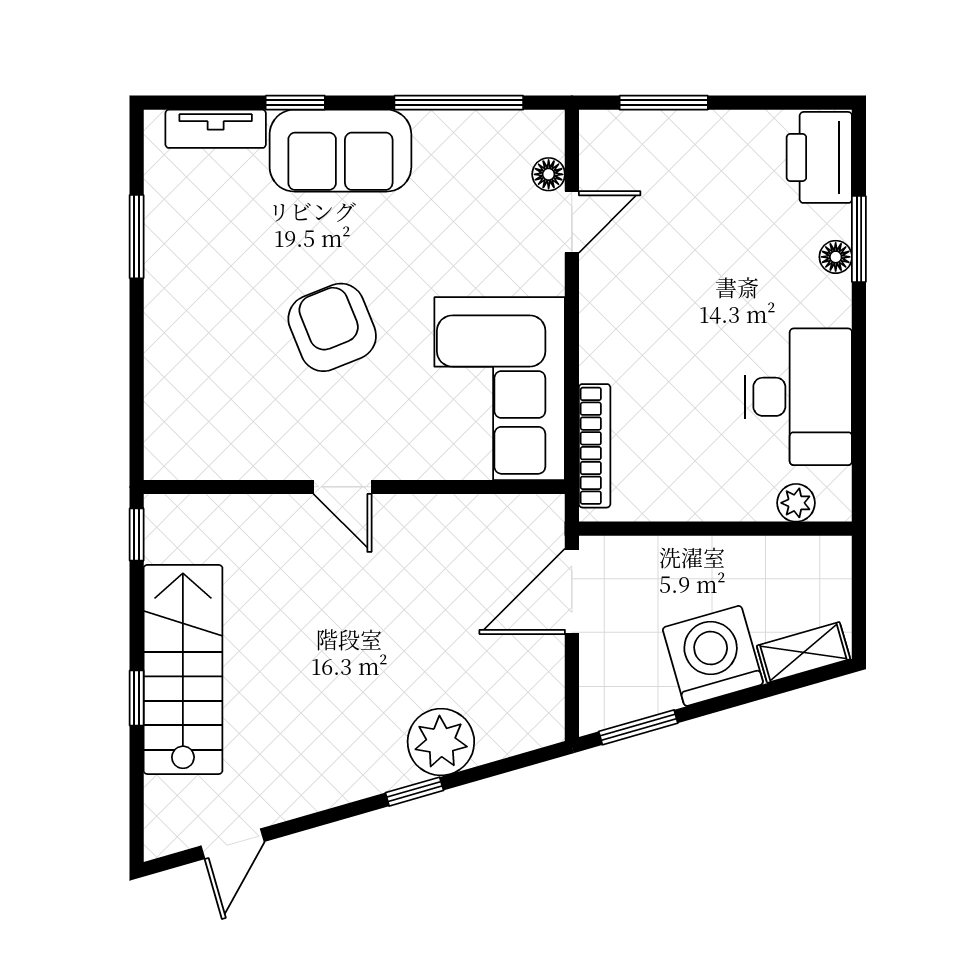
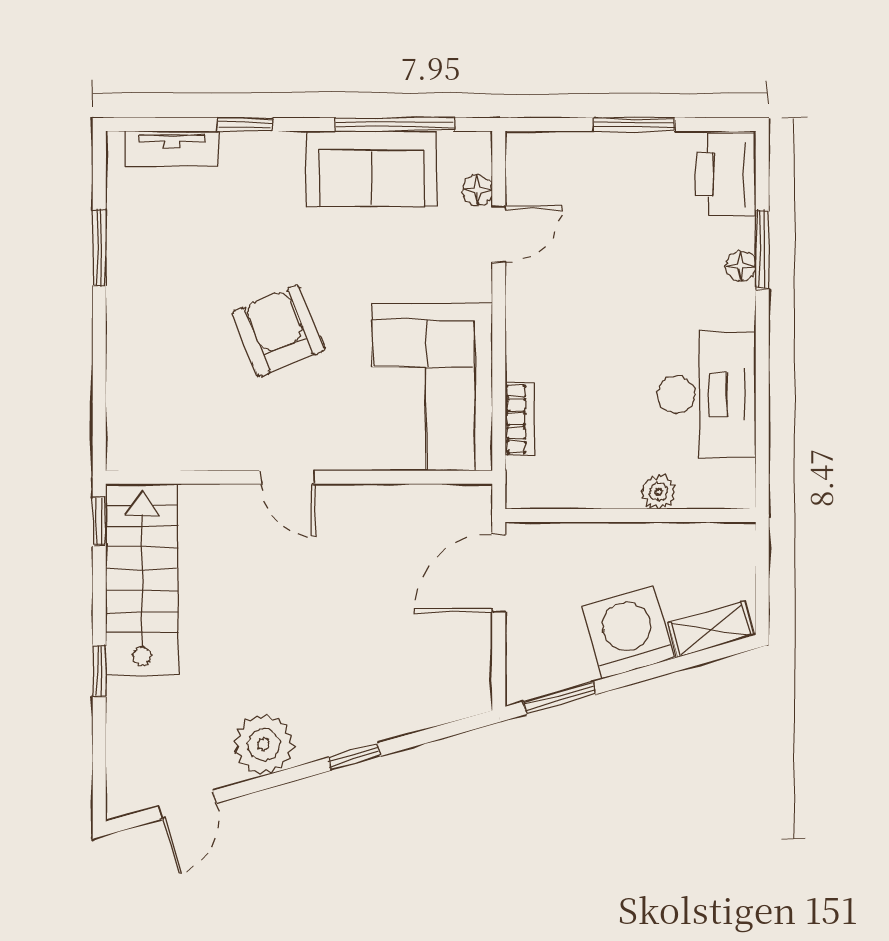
window: (664, 103) -> (634, 125), moved
sofa: (340, 151) -> (372, 169), moved
bookcase: (595, 446) -> (520, 419), width x0.64
plant: (796, 503) -> (659, 492), moved
stairs: (183, 669) -> (142, 580), moved
plant: (441, 742) -> (264, 744), moved

